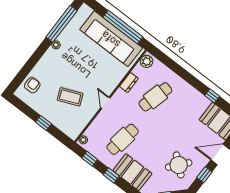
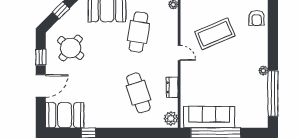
sofa: (111, 39) -> (209, 117), width x0.74, depth x0.79
coffee table: (70, 97) -> (215, 34), width x1.36, depth x1.32
cafe table: (155, 97) -> (138, 93), turned -33

